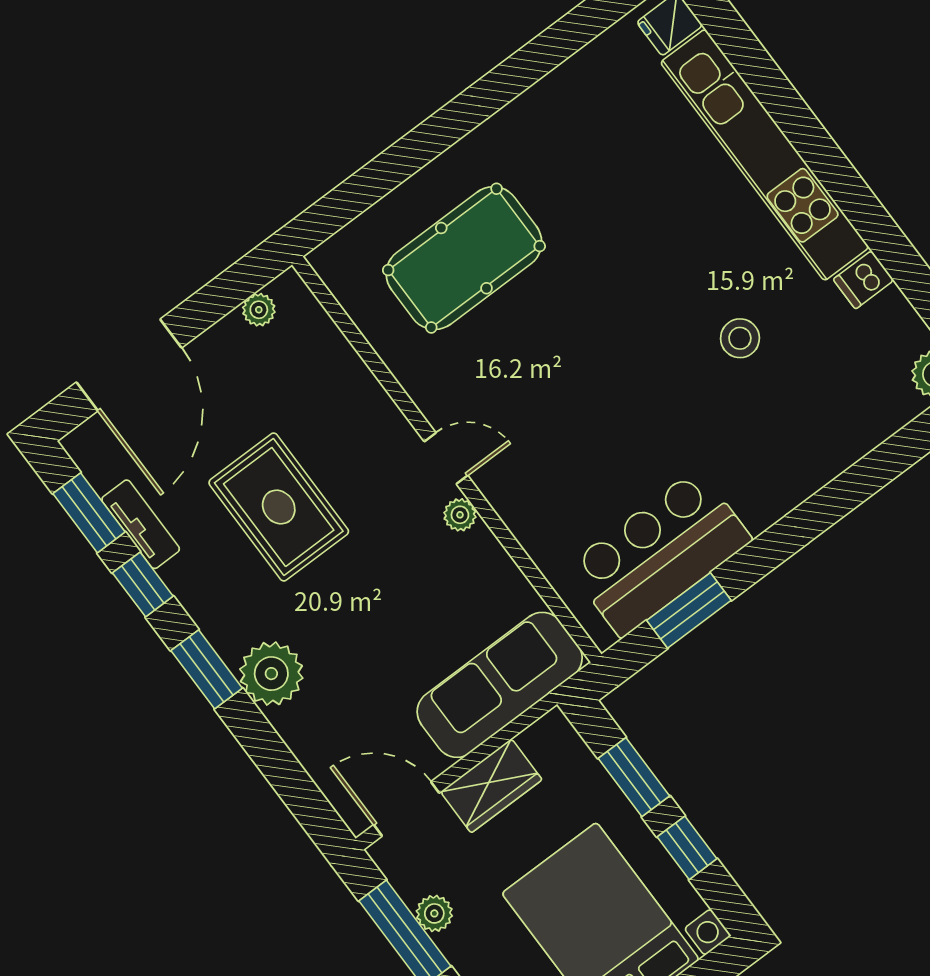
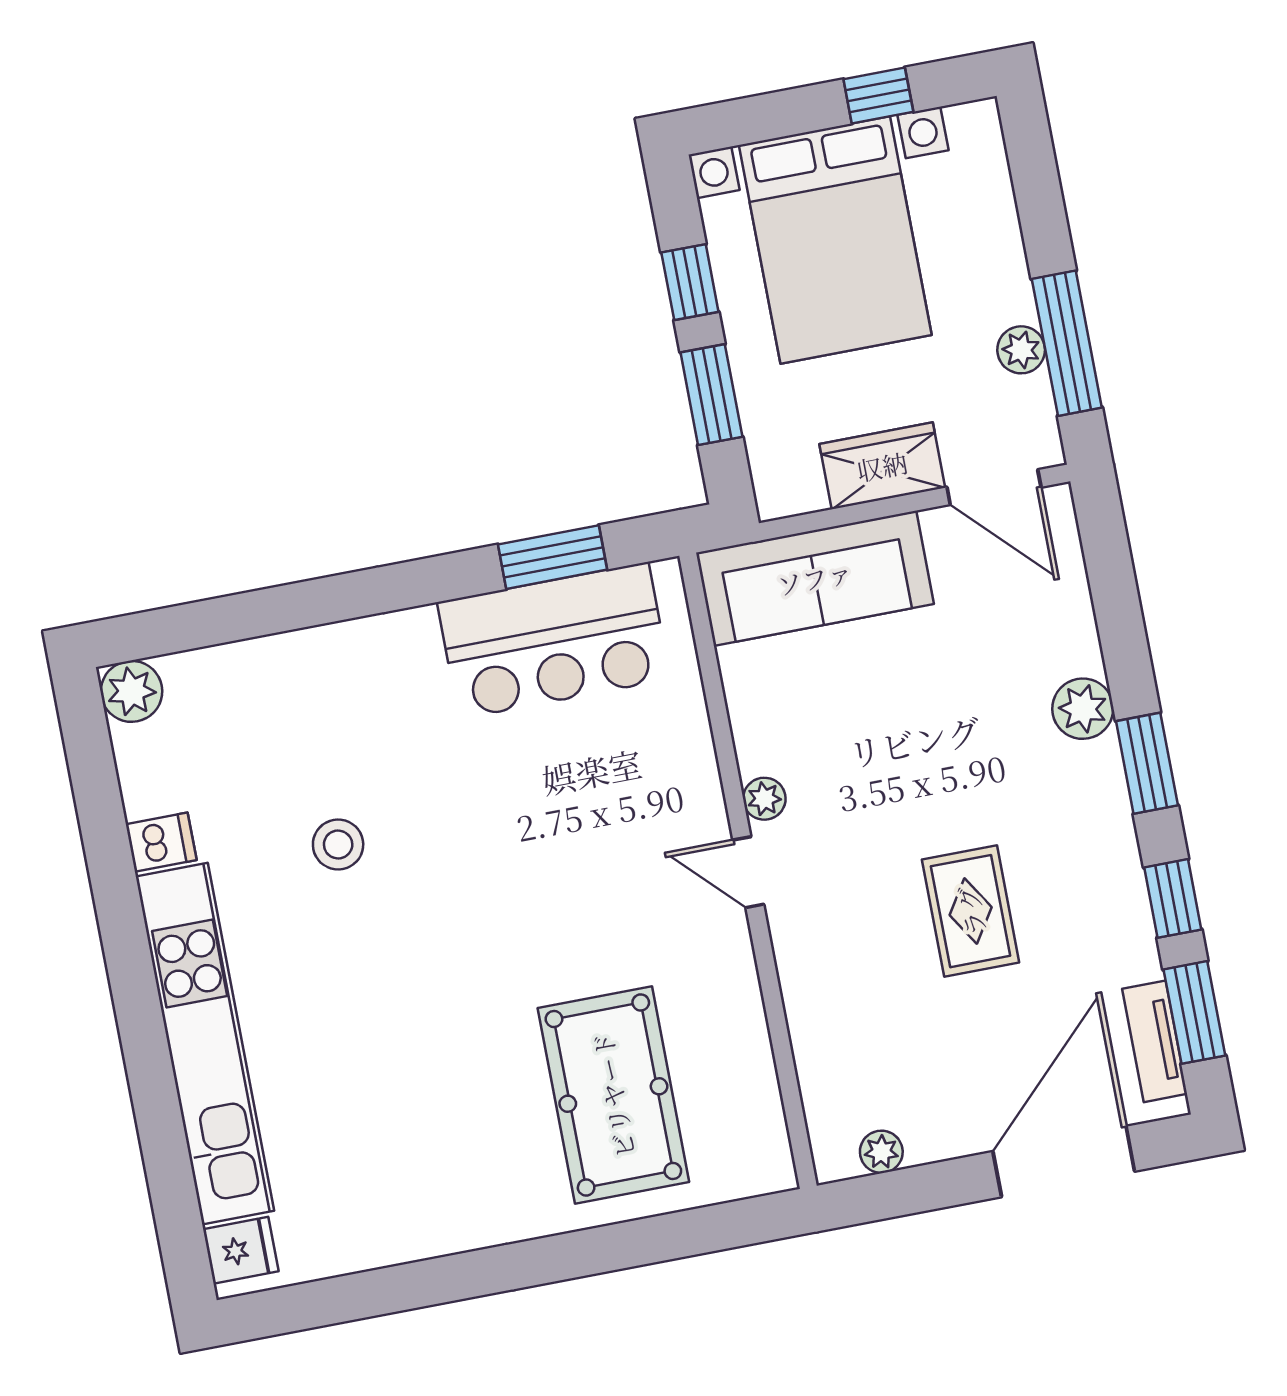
pool table: (464, 258) -> (613, 1095), turned 90
rug: (279, 507) -> (971, 911), width x0.73, depth x0.70
tv unit: (141, 524) -> (1155, 1041), moved
plant: (271, 674) -> (1083, 709), width x0.73, depth x0.73

